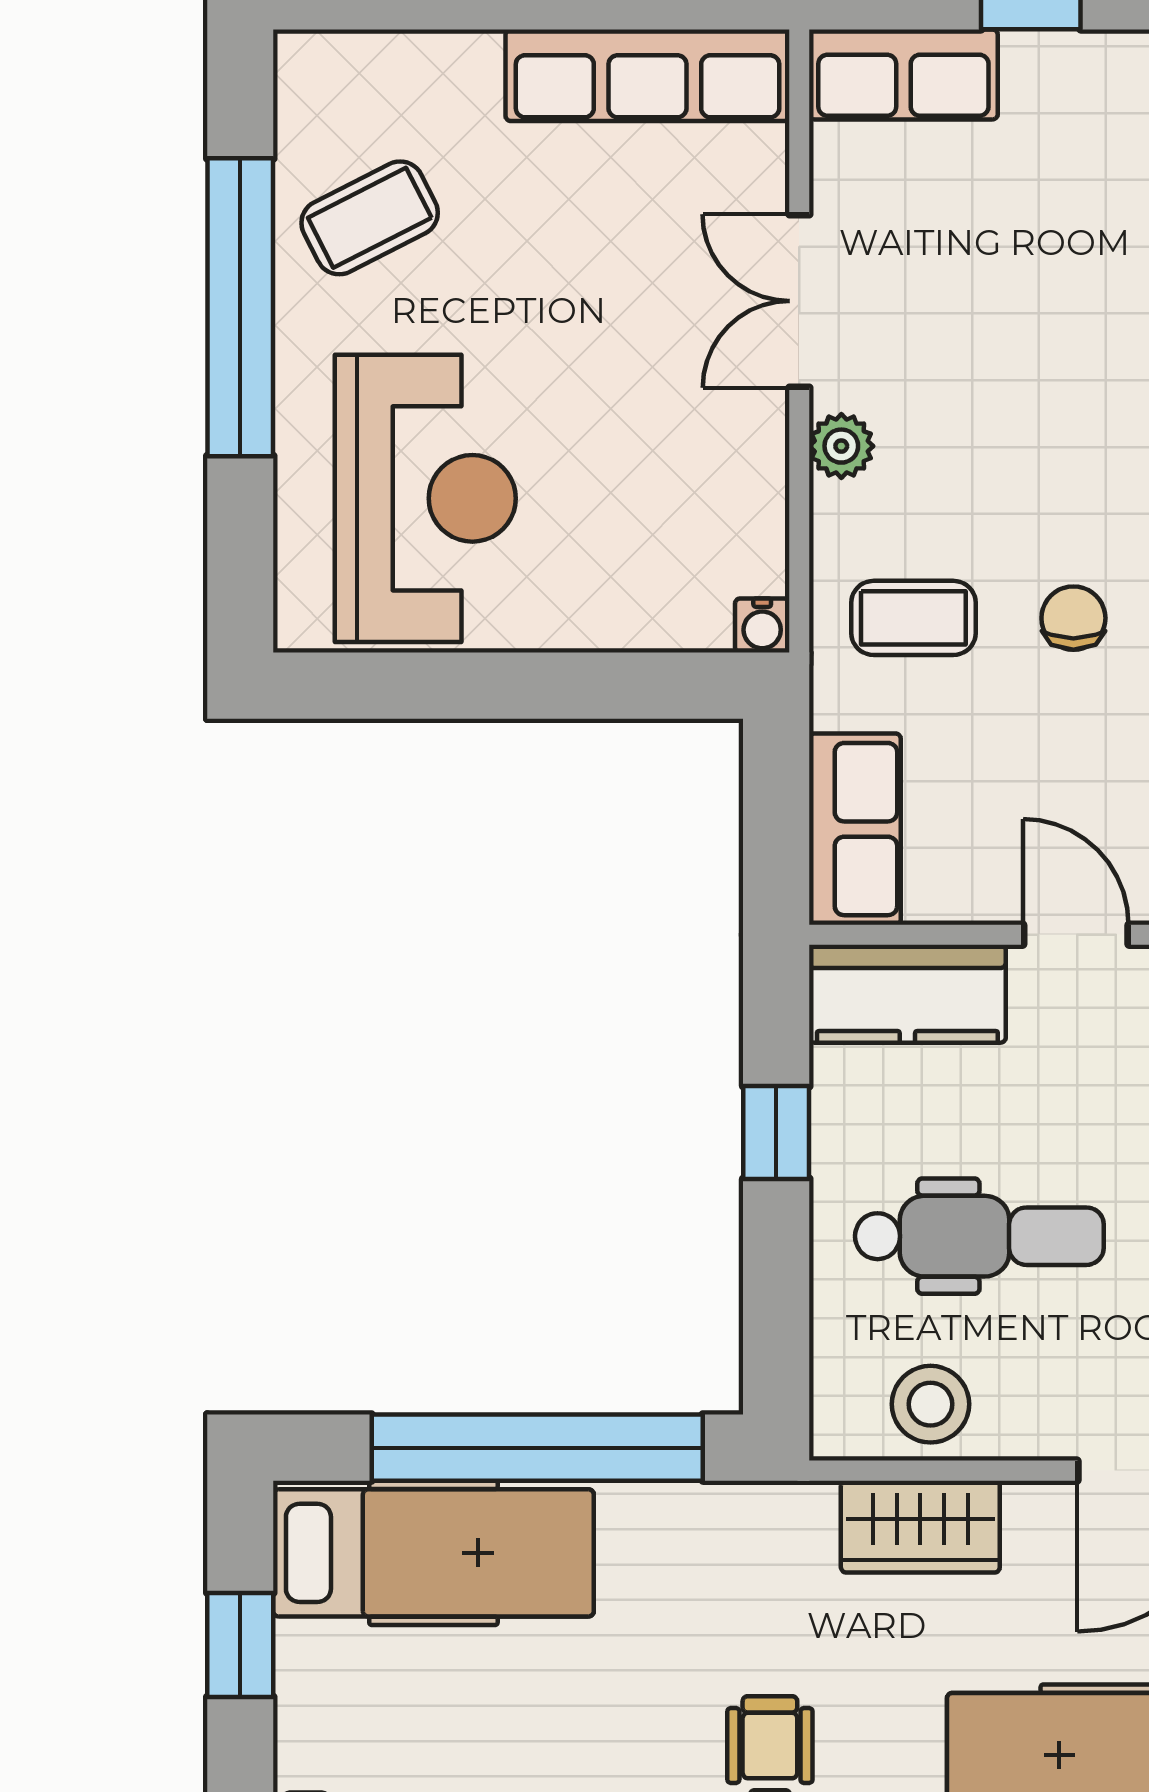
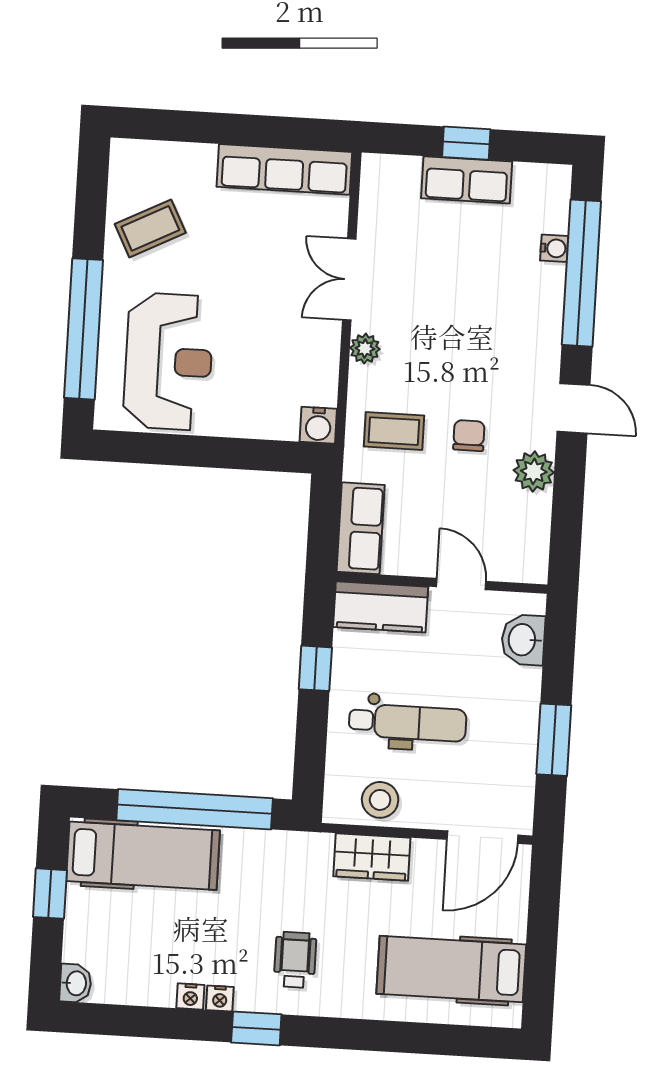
row of seats: (903, 74) -> (467, 180), moved
window: (240, 307) -> (83, 329), moved
water cooler: (762, 626) -> (318, 425), width x1.38, depth x1.38

